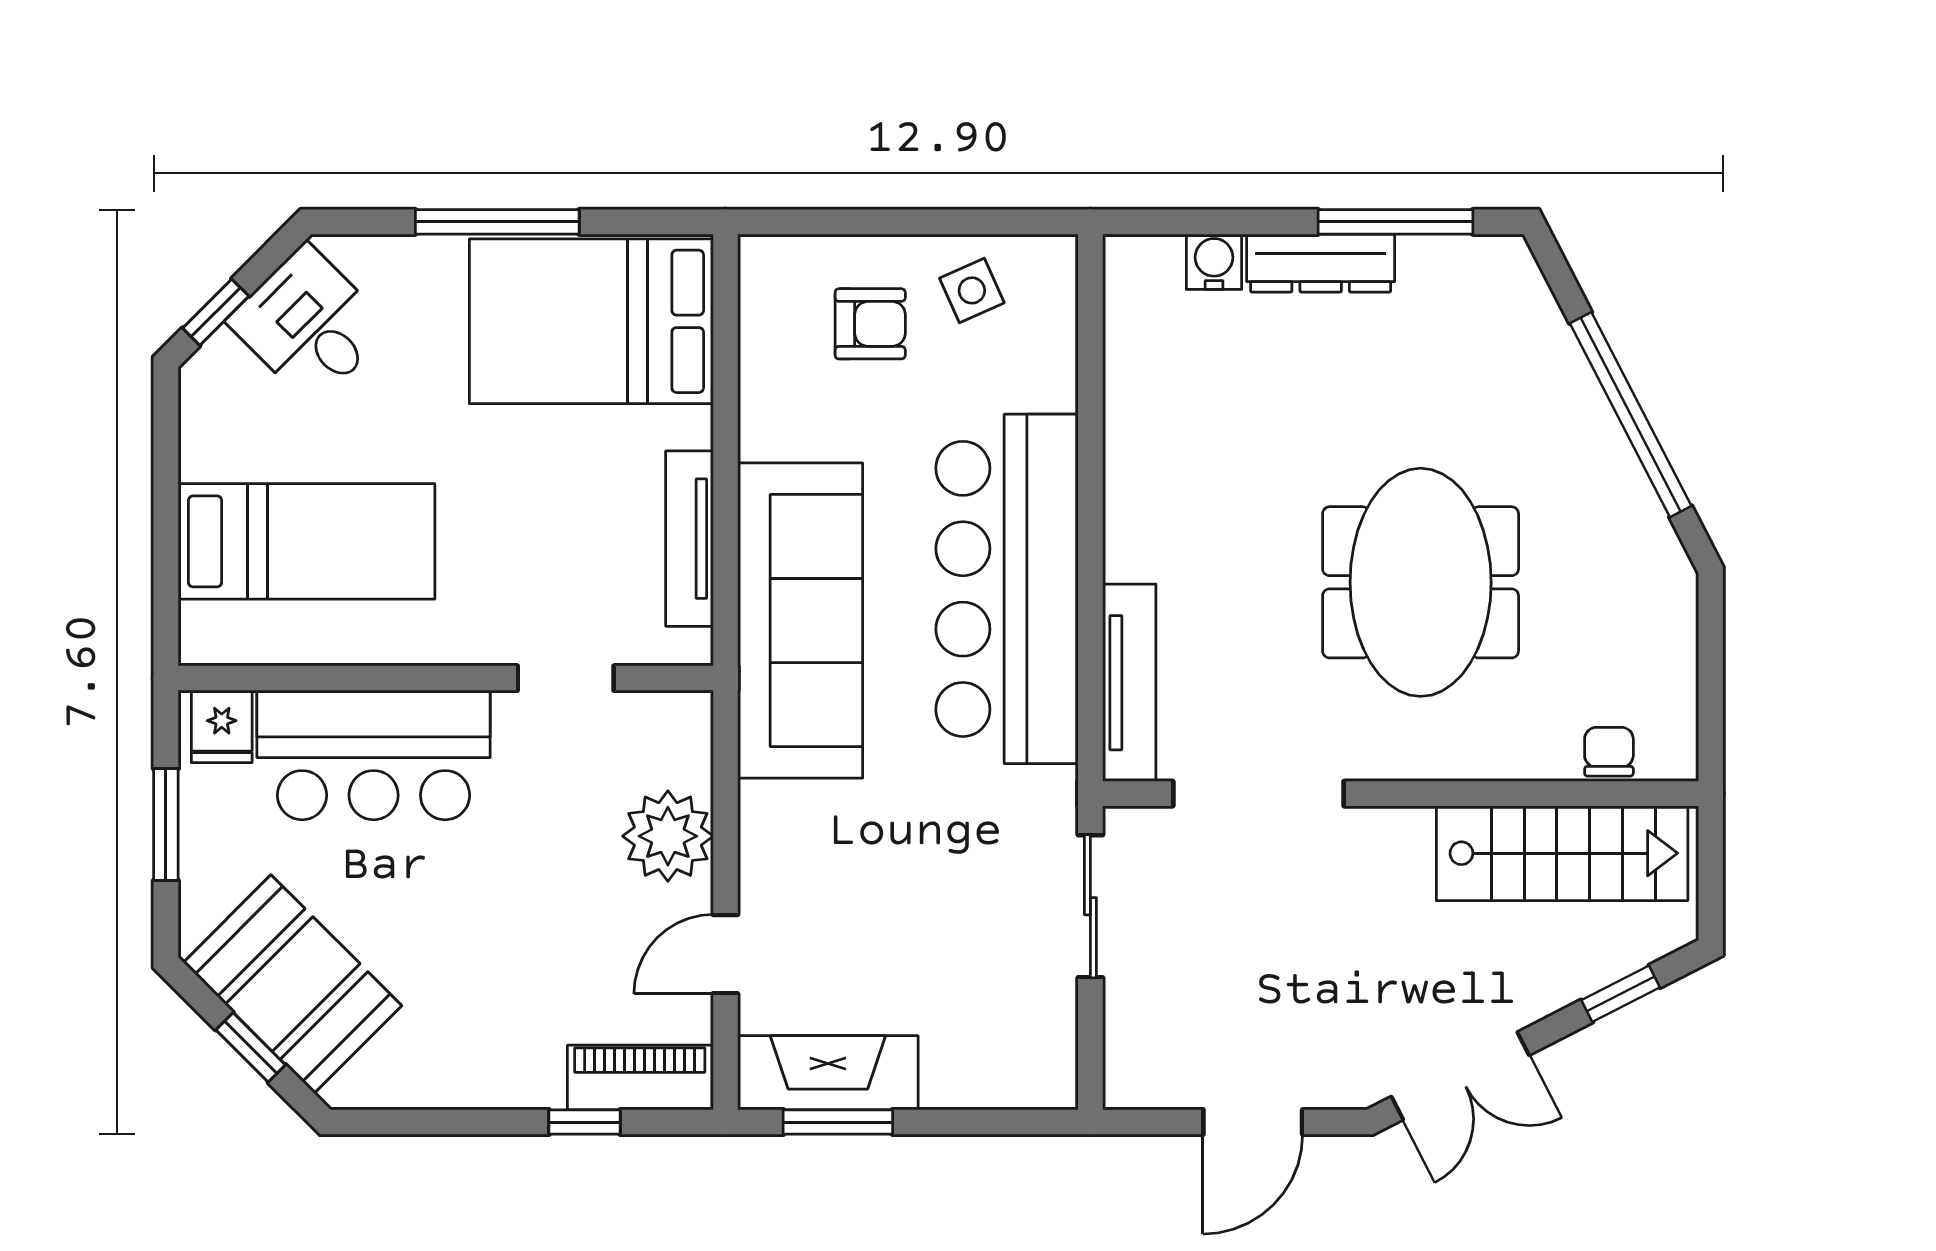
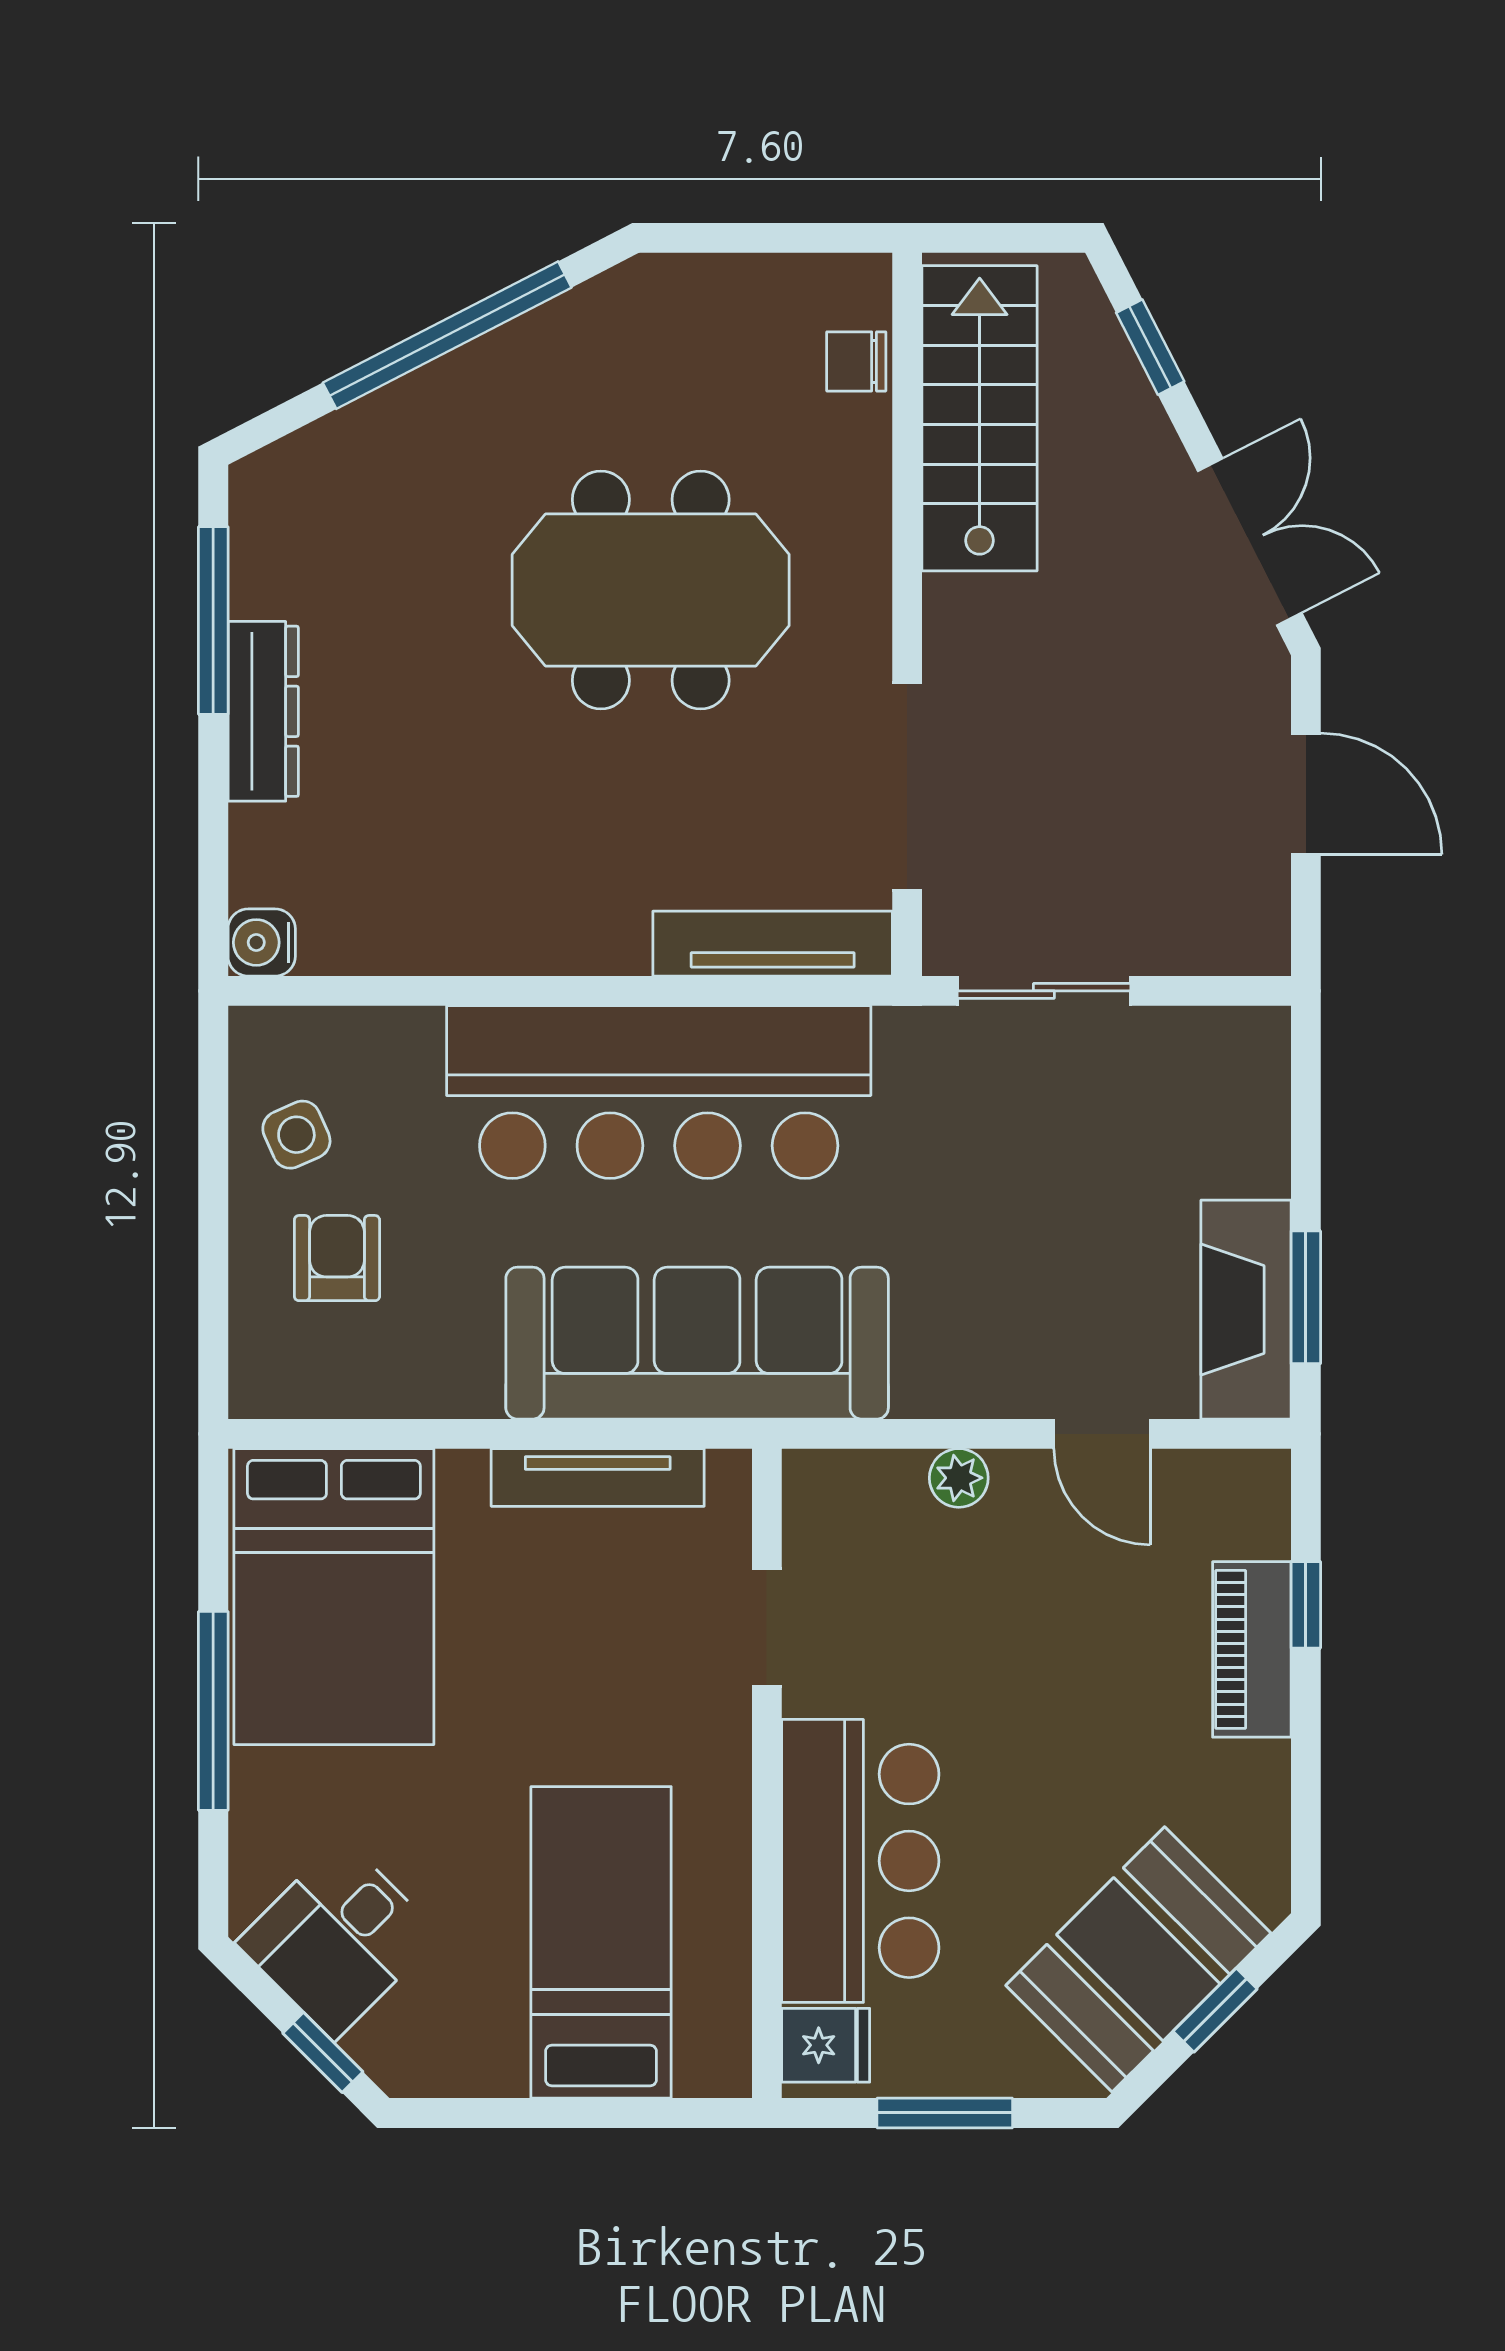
water cooler: (1214, 262) -> (262, 942), moved
plant: (668, 836) -> (959, 1478), width x0.53, depth x0.53
piano: (640, 1078) -> (1252, 1649), moved

